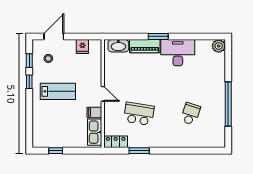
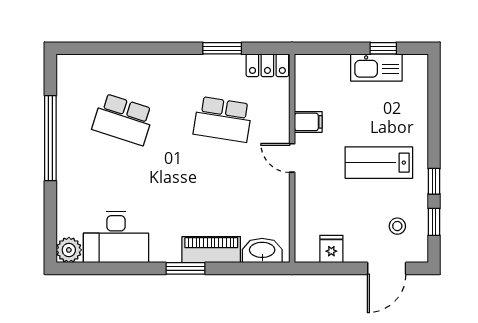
desk: (178, 53) -> (116, 237), moved
school desk: (190, 114) -> (123, 119), width x1.85
kitchen sink: (95, 132) -> (376, 67), moved, turned 90

